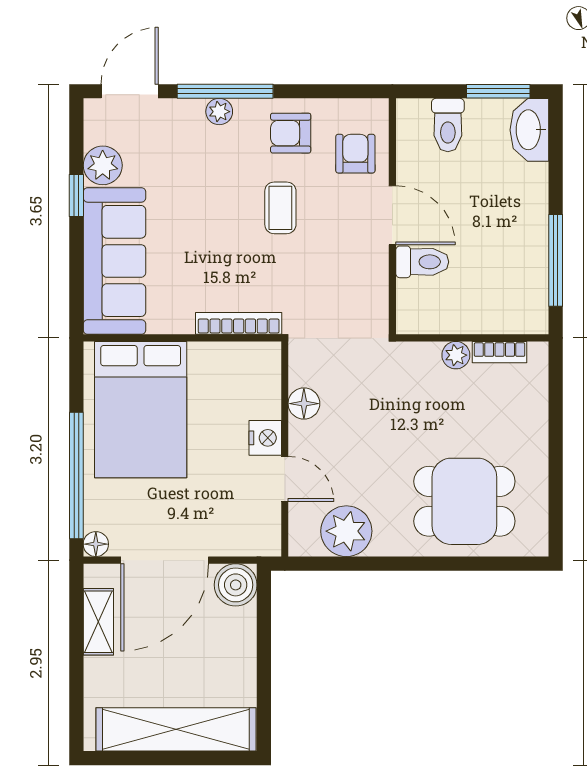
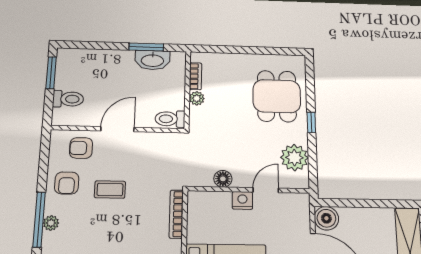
washbasin: (529, 130) -> (152, 60), moved
window: (556, 260) -> (146, 47), width x0.69
toilet: (422, 262) -> (170, 119), moved, turned -90
window: (415, 564) -> (311, 122), added

